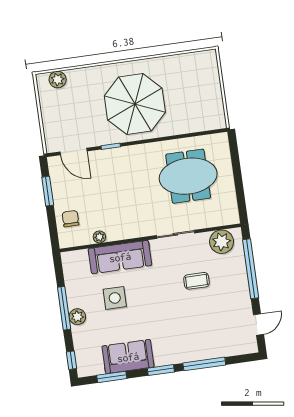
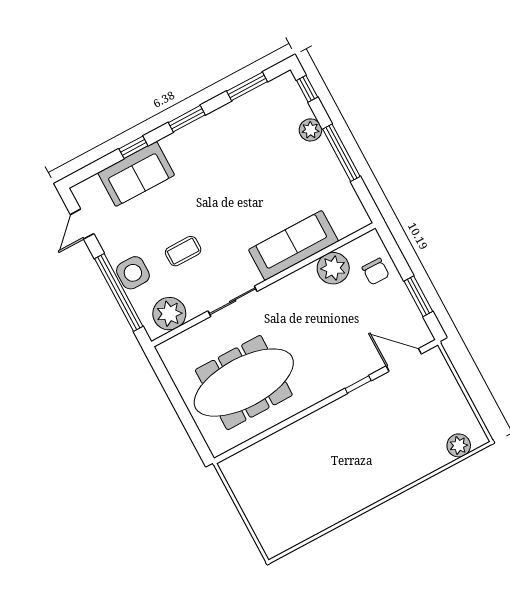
parasol: (135, 104) -> (347, 451), removed
meeting table: (188, 176) -> (244, 383), width x1.36
plant: (99, 237) -> (333, 268), width x1.88, depth x1.88
side table: (115, 298) -> (133, 273), moved
plant: (77, 317) -> (310, 130), moved
sofa: (128, 357) -> (136, 174), moved
window: (204, 364) -> (133, 147), width x0.46

